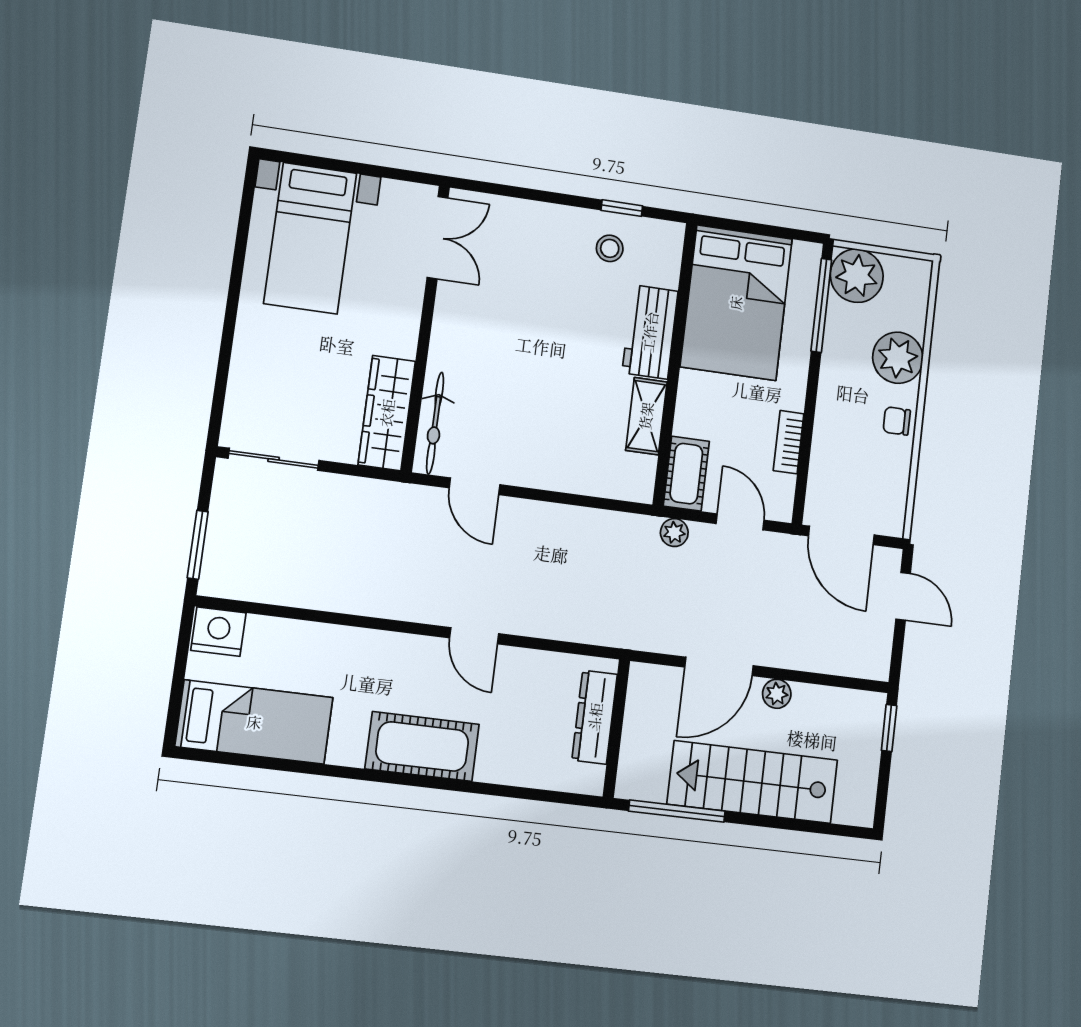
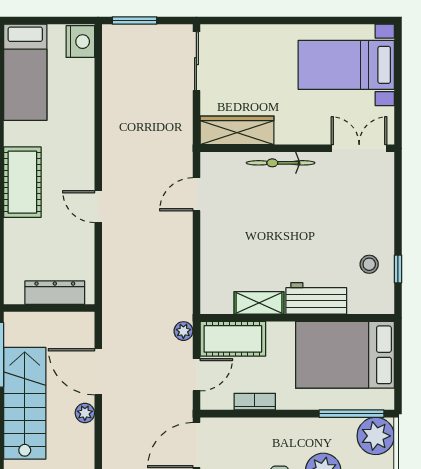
double door: (438, 238) -> (359, 148), swing flipped
bicycle: (435, 423) -> (281, 163), moved
cot: (686, 474) -> (233, 339), width x1.37, depth x1.34
door: (474, 636) -> (98, 207), hinge flipped

